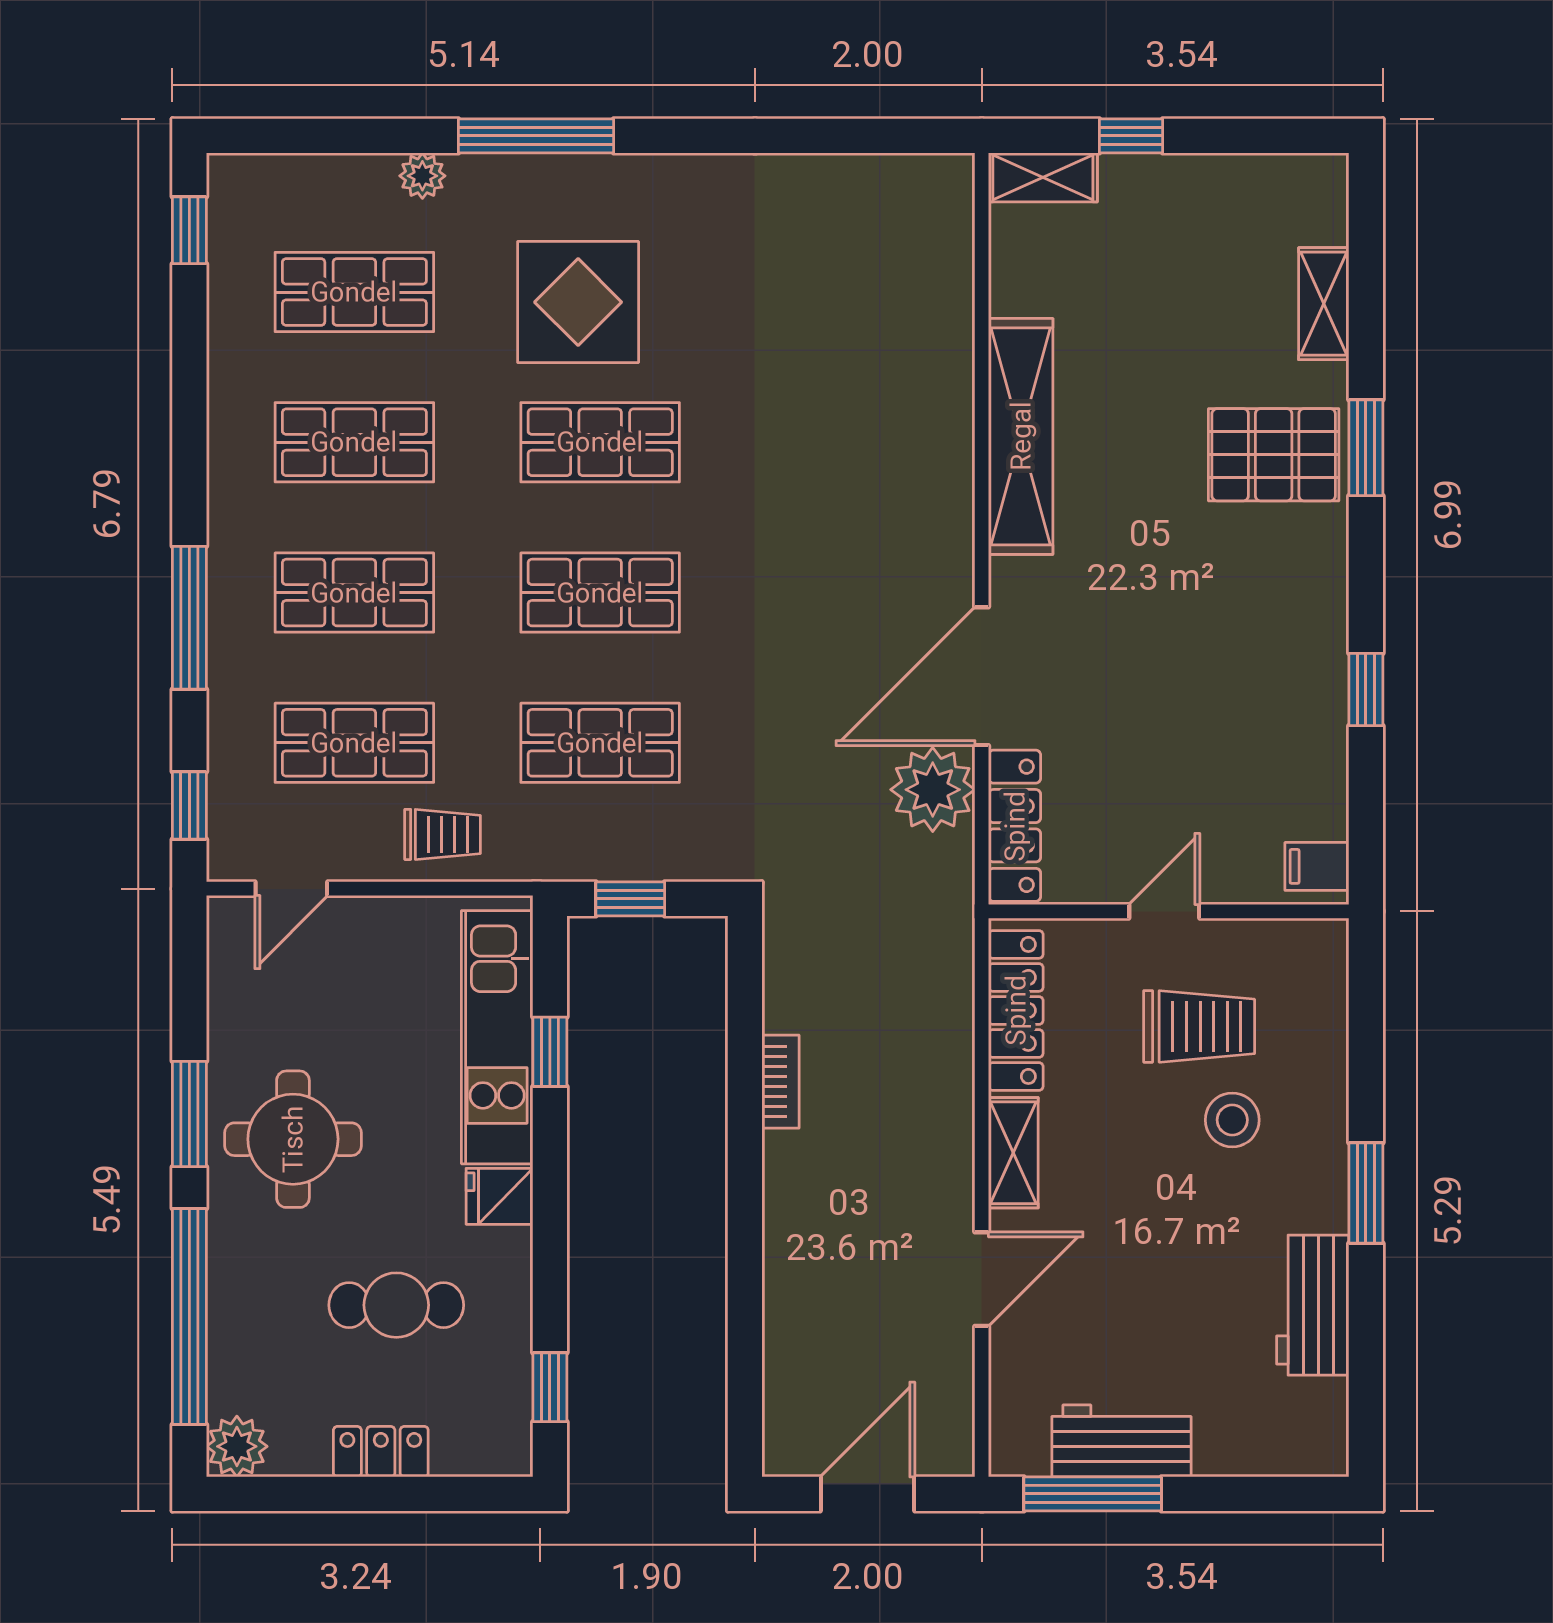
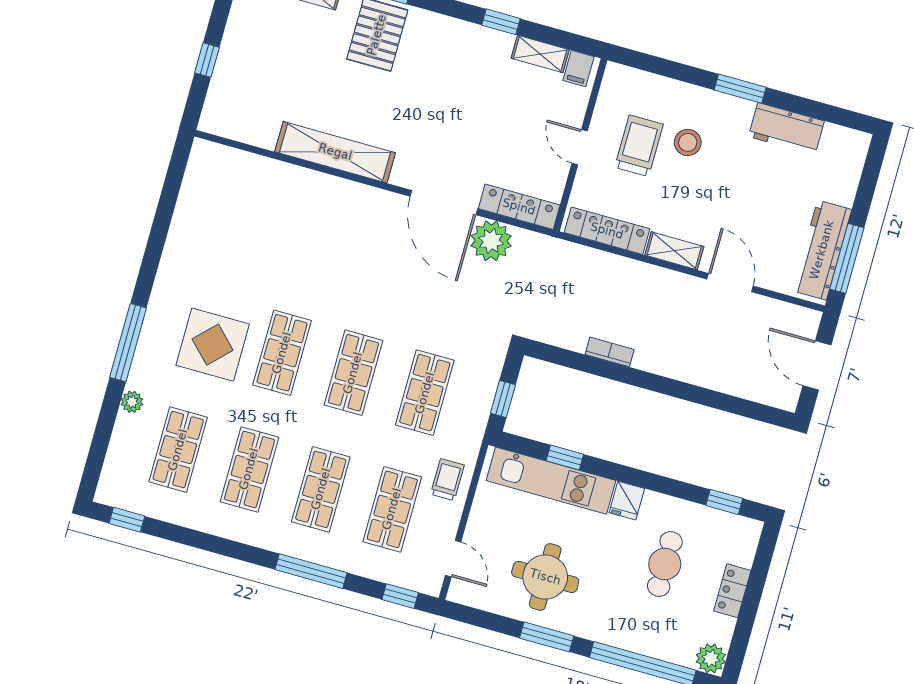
shelving: (1043, 177) -> (540, 54), moved, turned 90
round table: (293, 1139) -> (545, 577), moved
workbench: (1121, 1441) -> (822, 250), width x1.37

